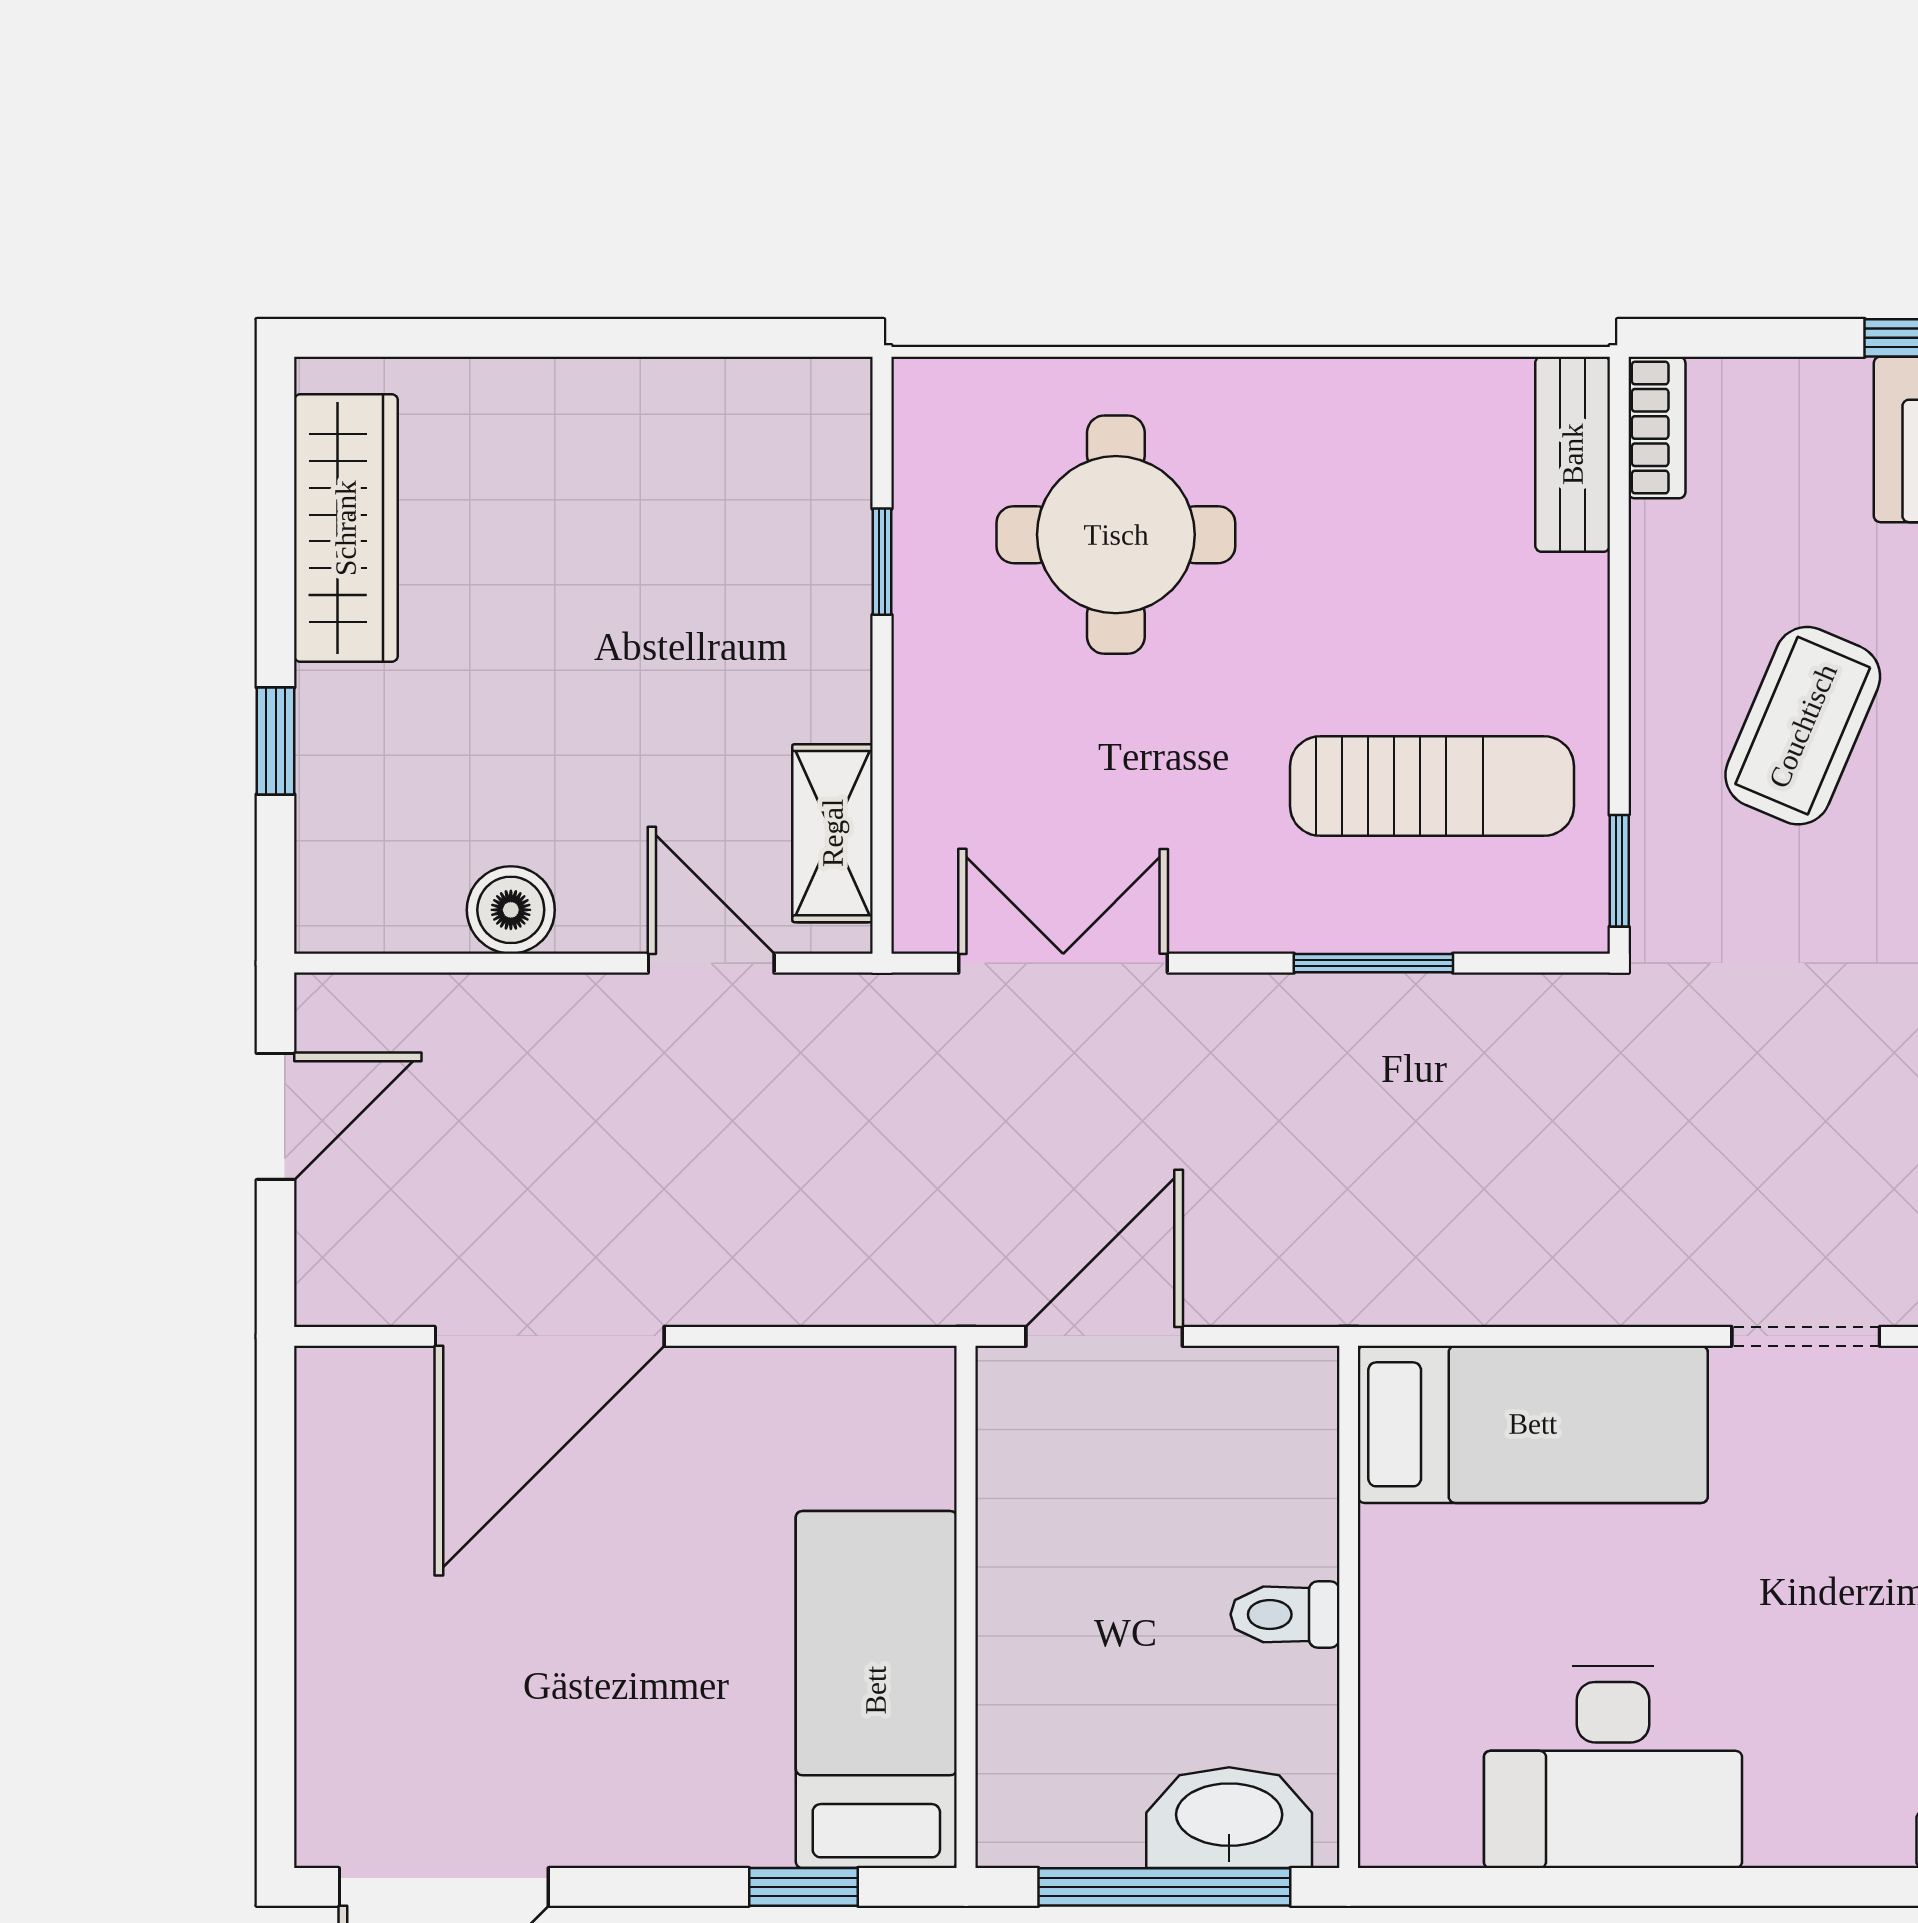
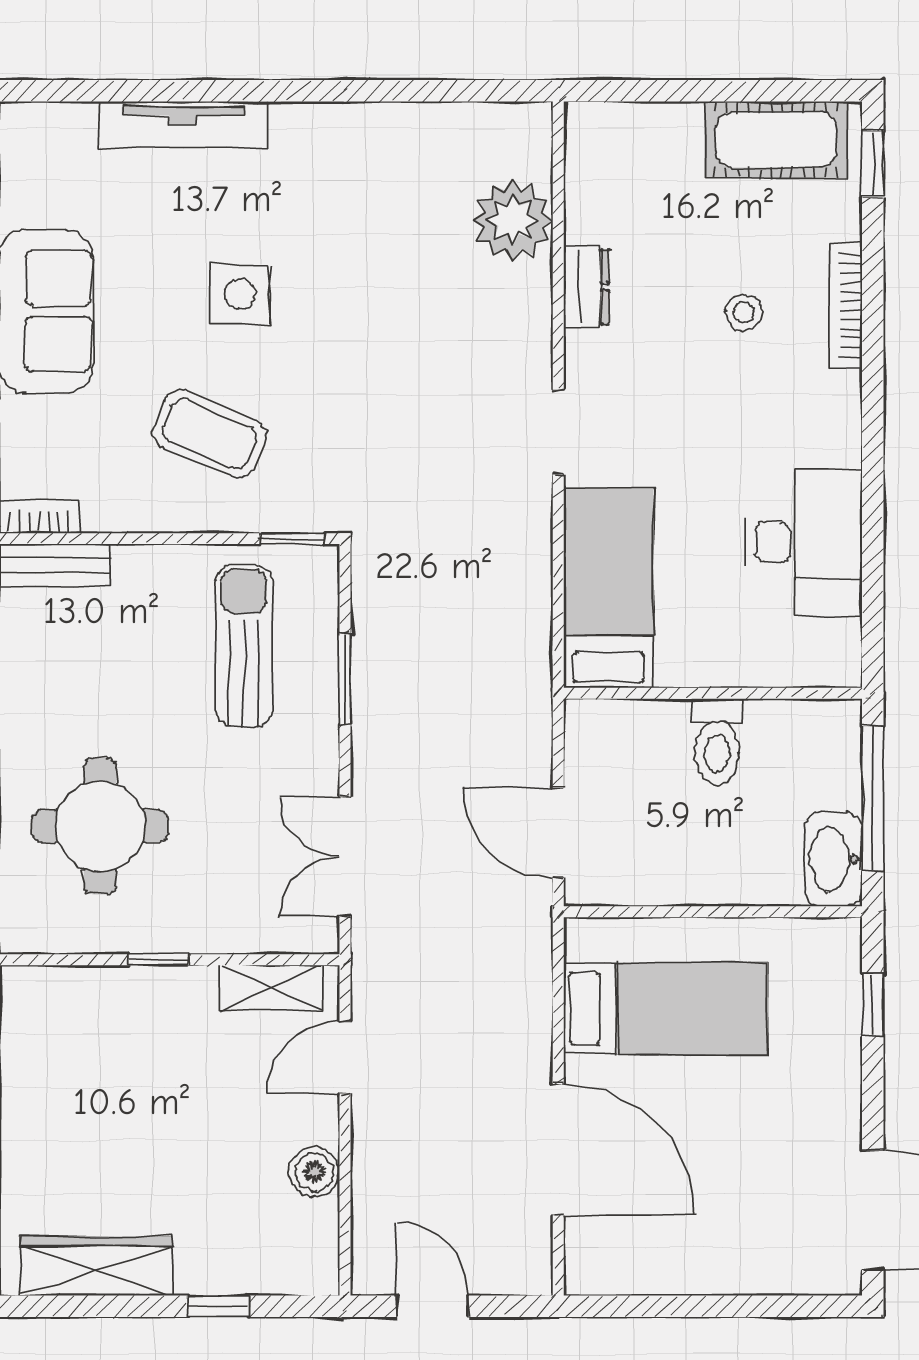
window: (882, 562) -> (159, 960), moved
toilet: (1285, 1614) -> (717, 741), width x1.37, depth x1.39
bed: (876, 1690) -> (666, 1009), moved, turned 180
washbasin: (1229, 1818) -> (833, 859), moved

